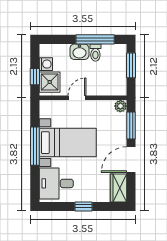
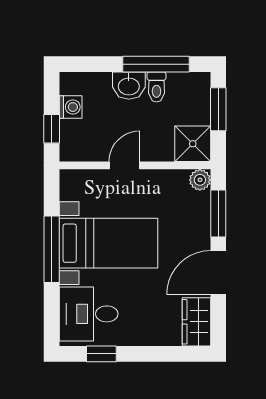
shower: (50, 82) -> (193, 144), moved
window: (84, 206) -> (101, 354), moved

